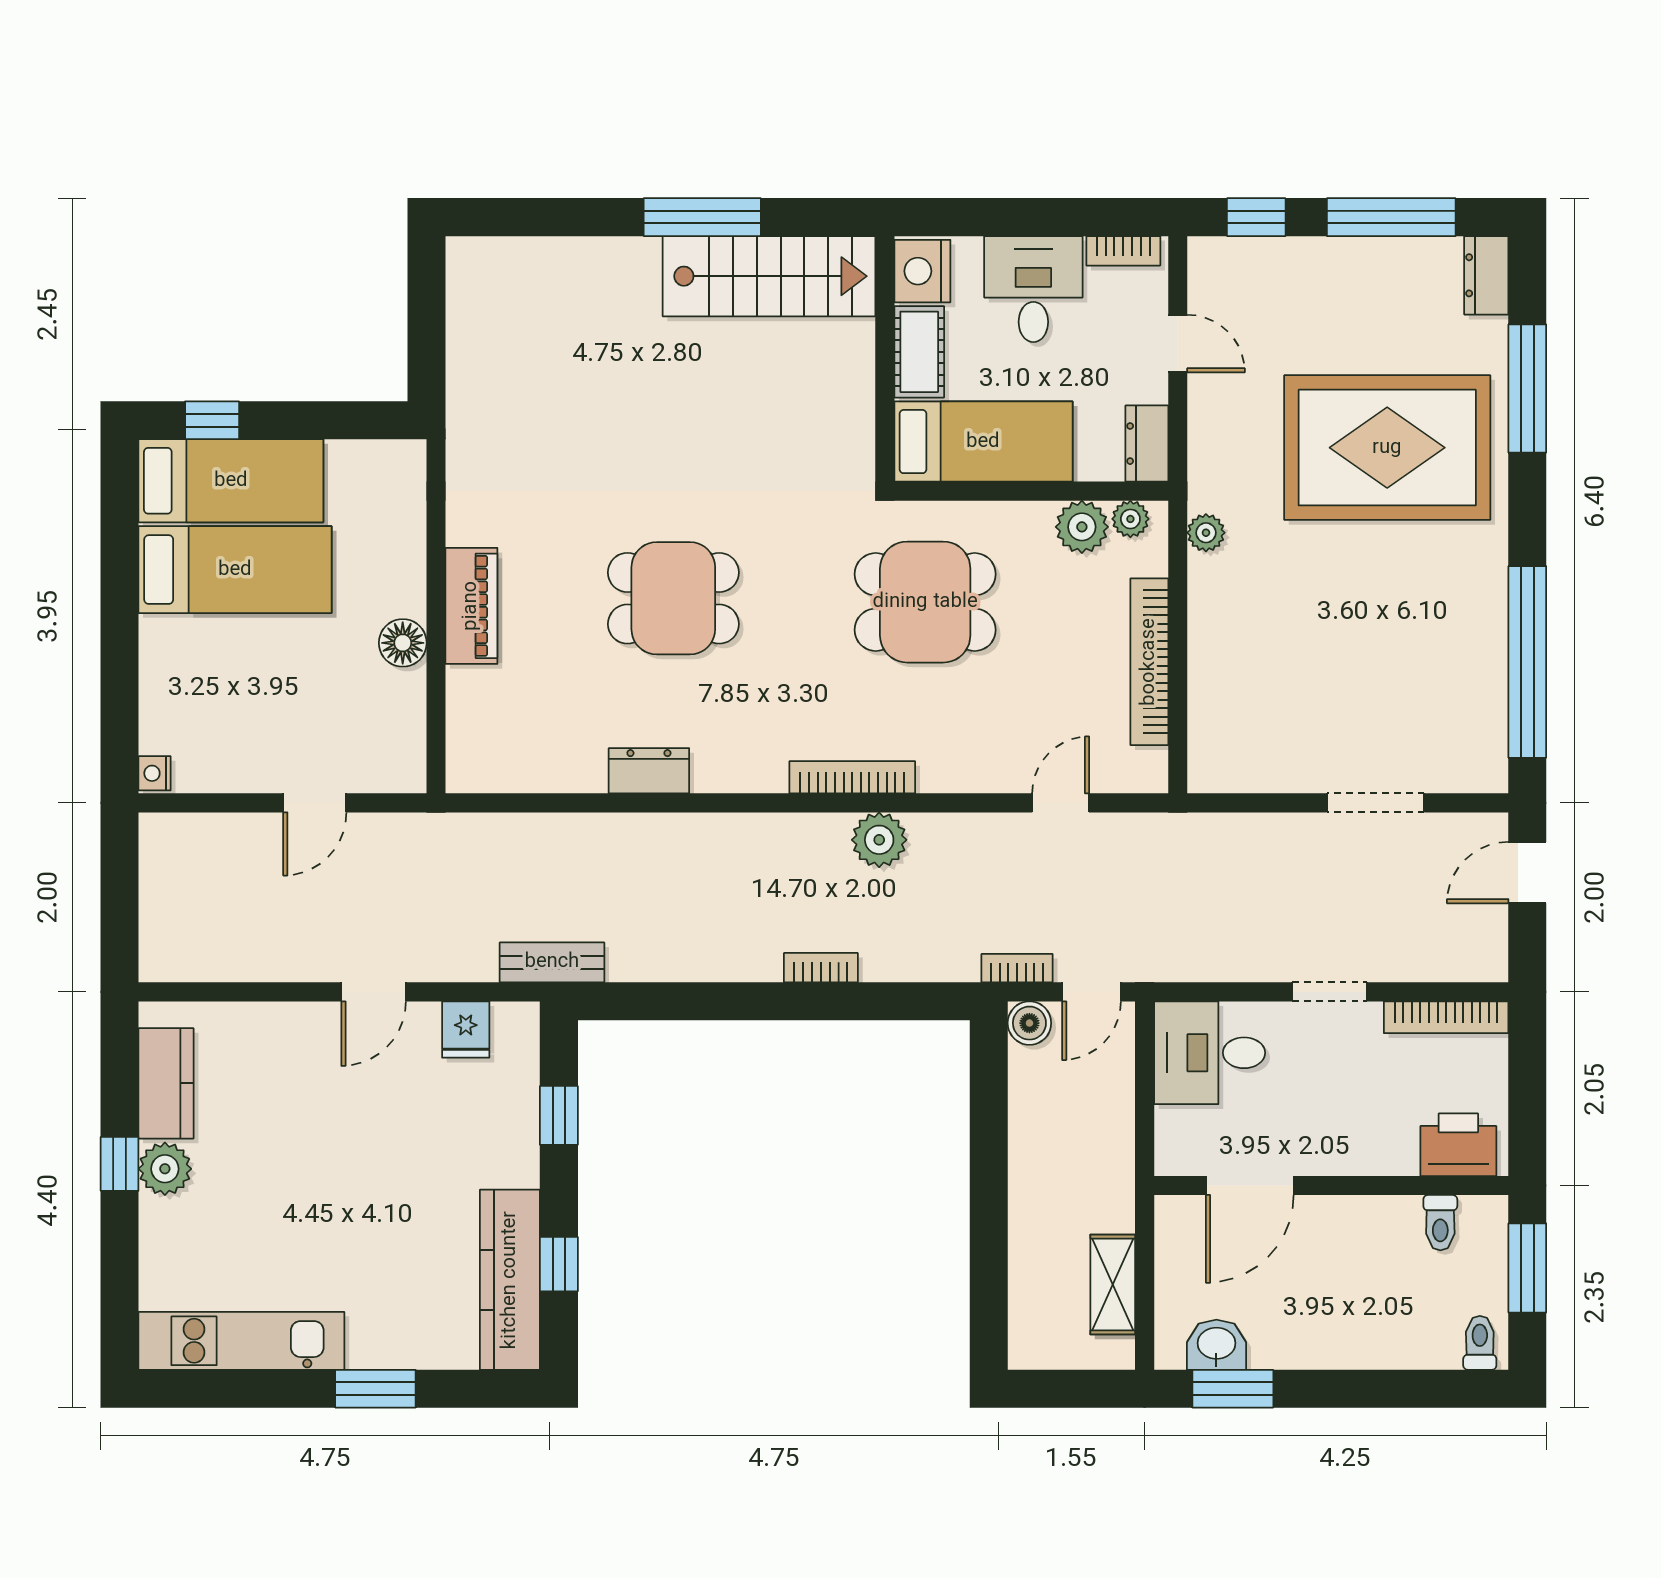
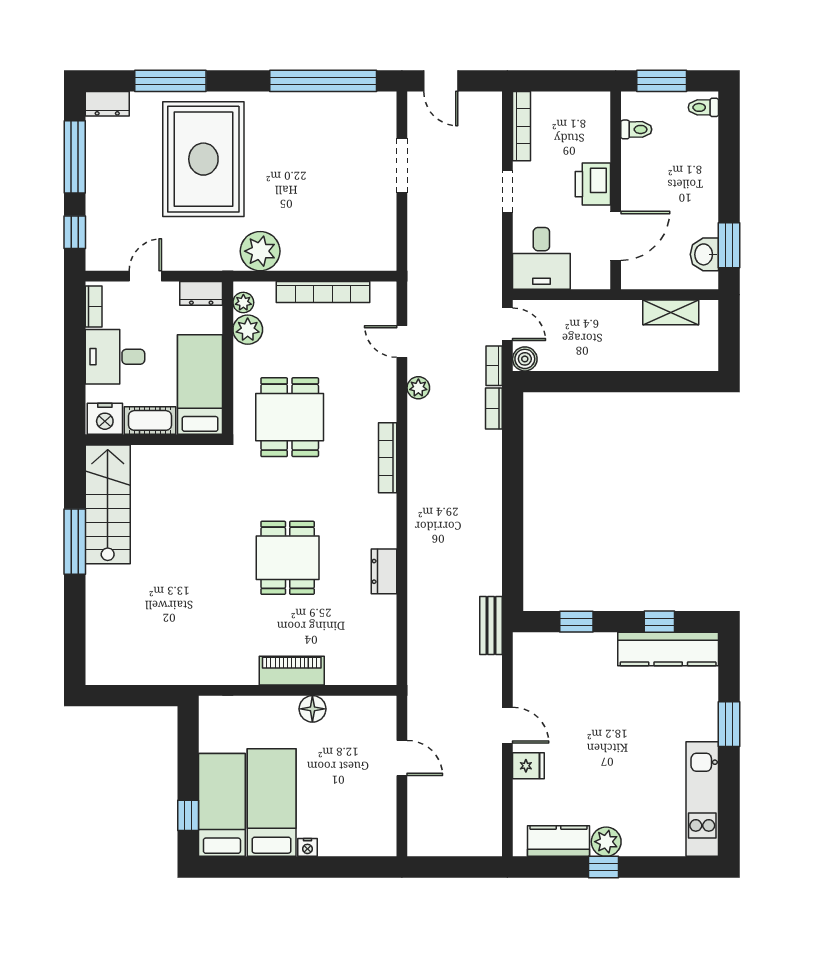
plant: (1206, 533) -> (260, 251), width x1.87, depth x1.87
nightstand: (155, 773) -> (307, 847), moved
plant: (879, 840) -> (418, 388), moved, width x0.73, depth x0.73
bookcase: (821, 968) -> (494, 408), moved
fridge: (466, 1030) -> (528, 766), moved
printer: (1458, 1145) -> (593, 184), moved
door: (1250, 1186) -> (616, 236), hinge flipped

